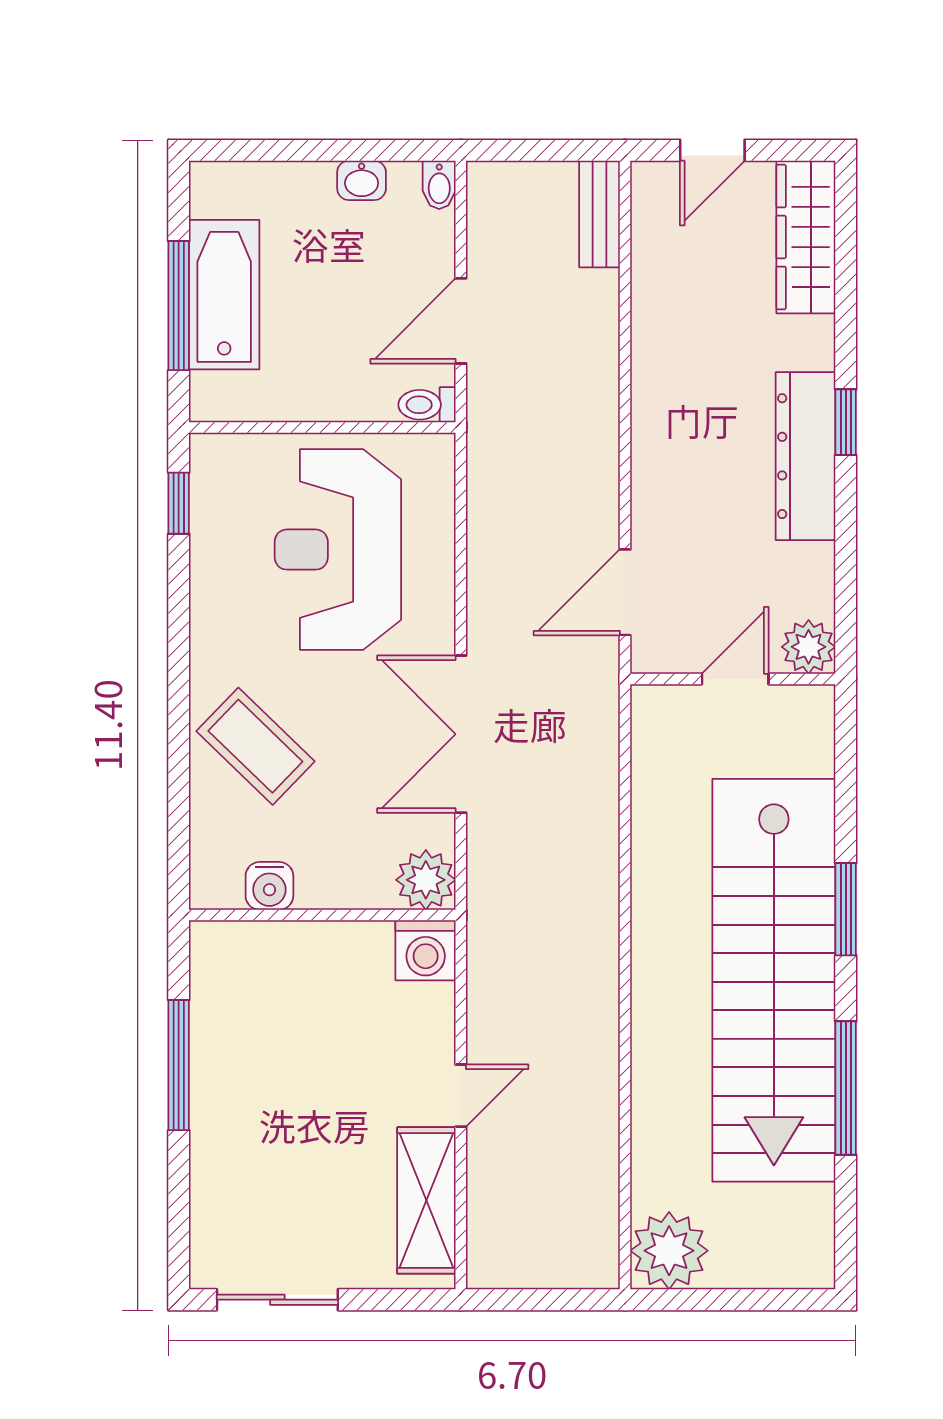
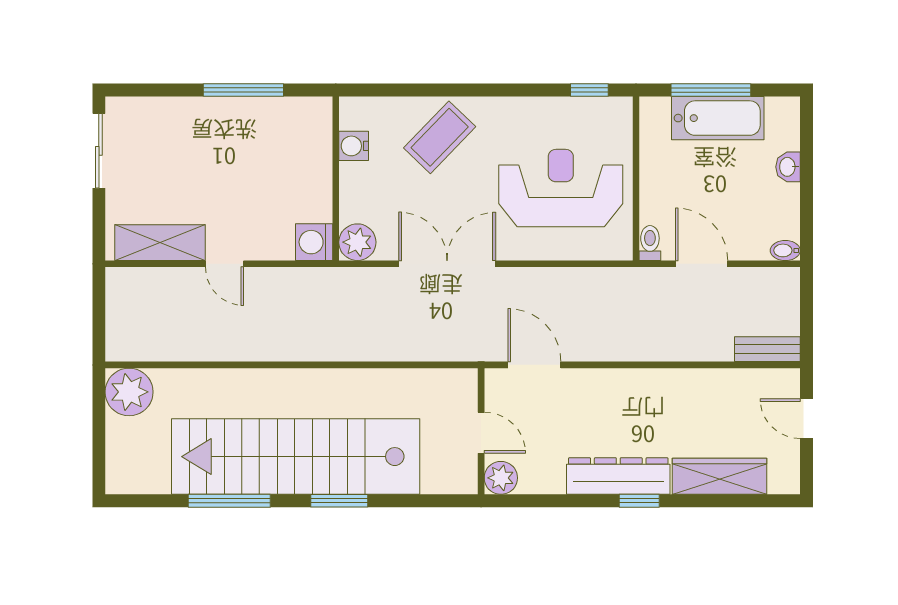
washbasin: (362, 180) -> (788, 167), moved
wardrobe: (806, 237) -> (719, 476), moved

